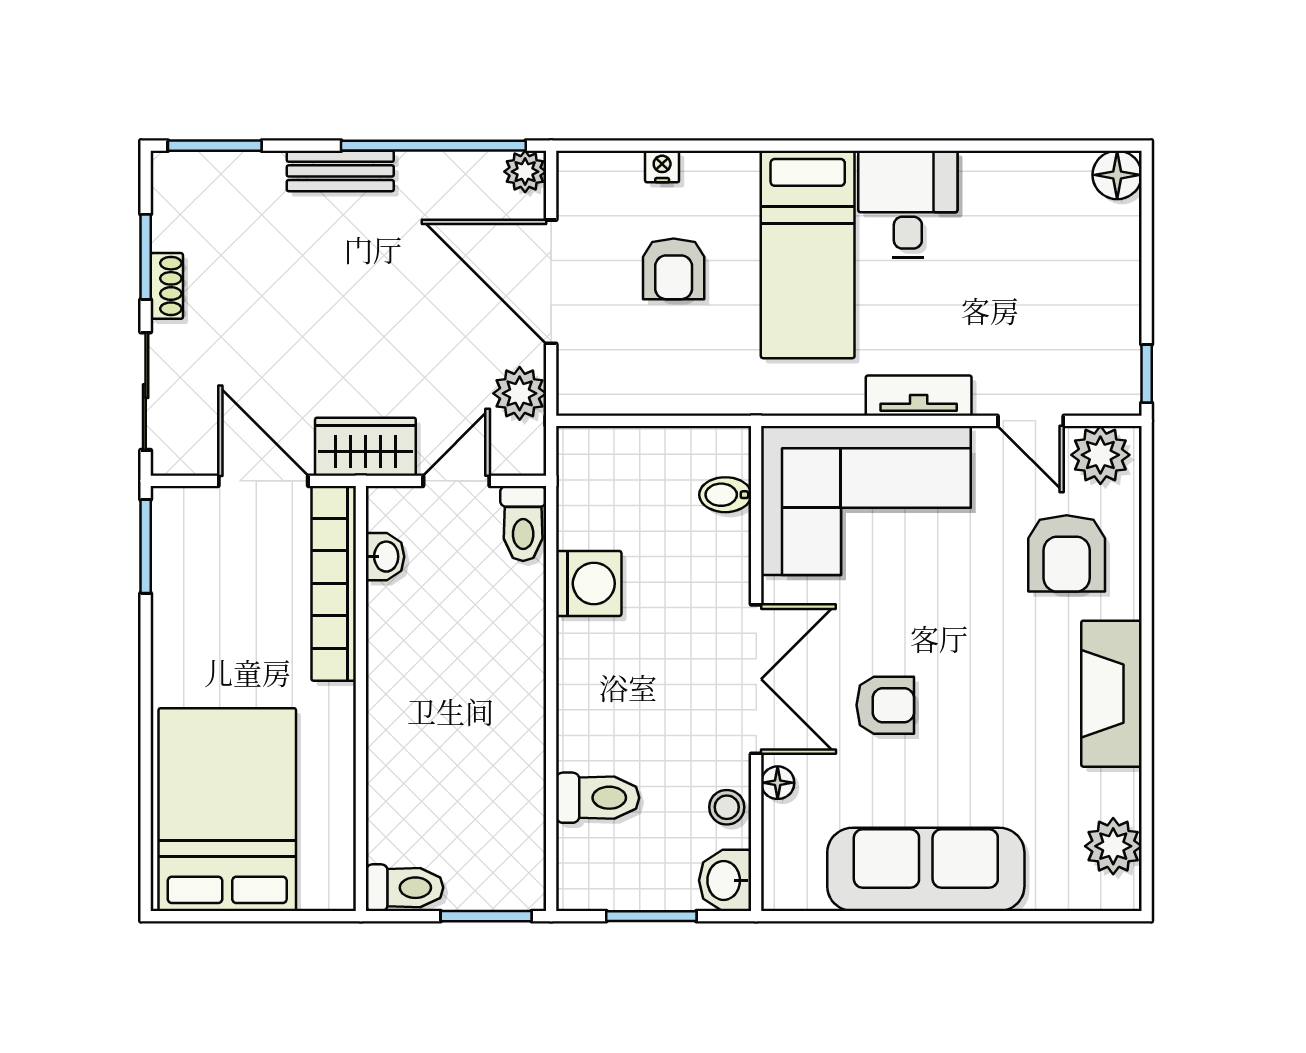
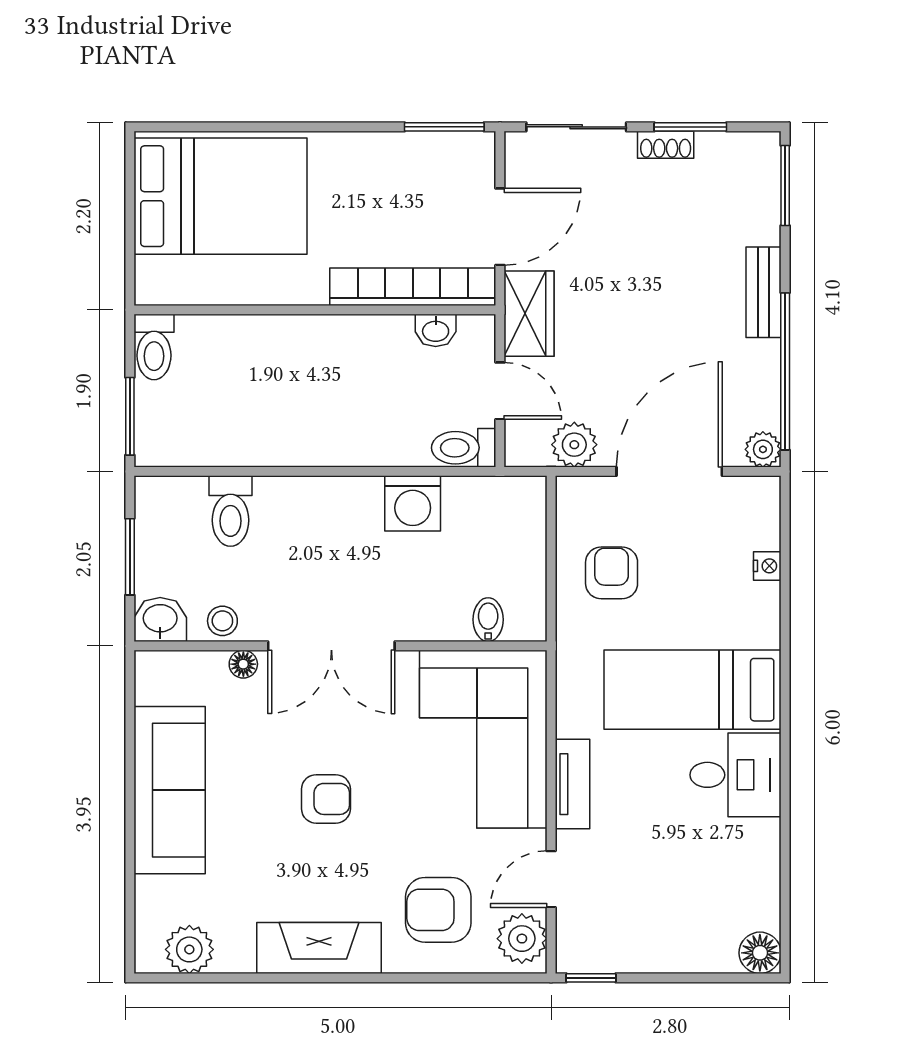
armchair: (674, 269) -> (612, 573), moved, turned 90
armchair: (885, 705) -> (326, 799), moved, turned -90

